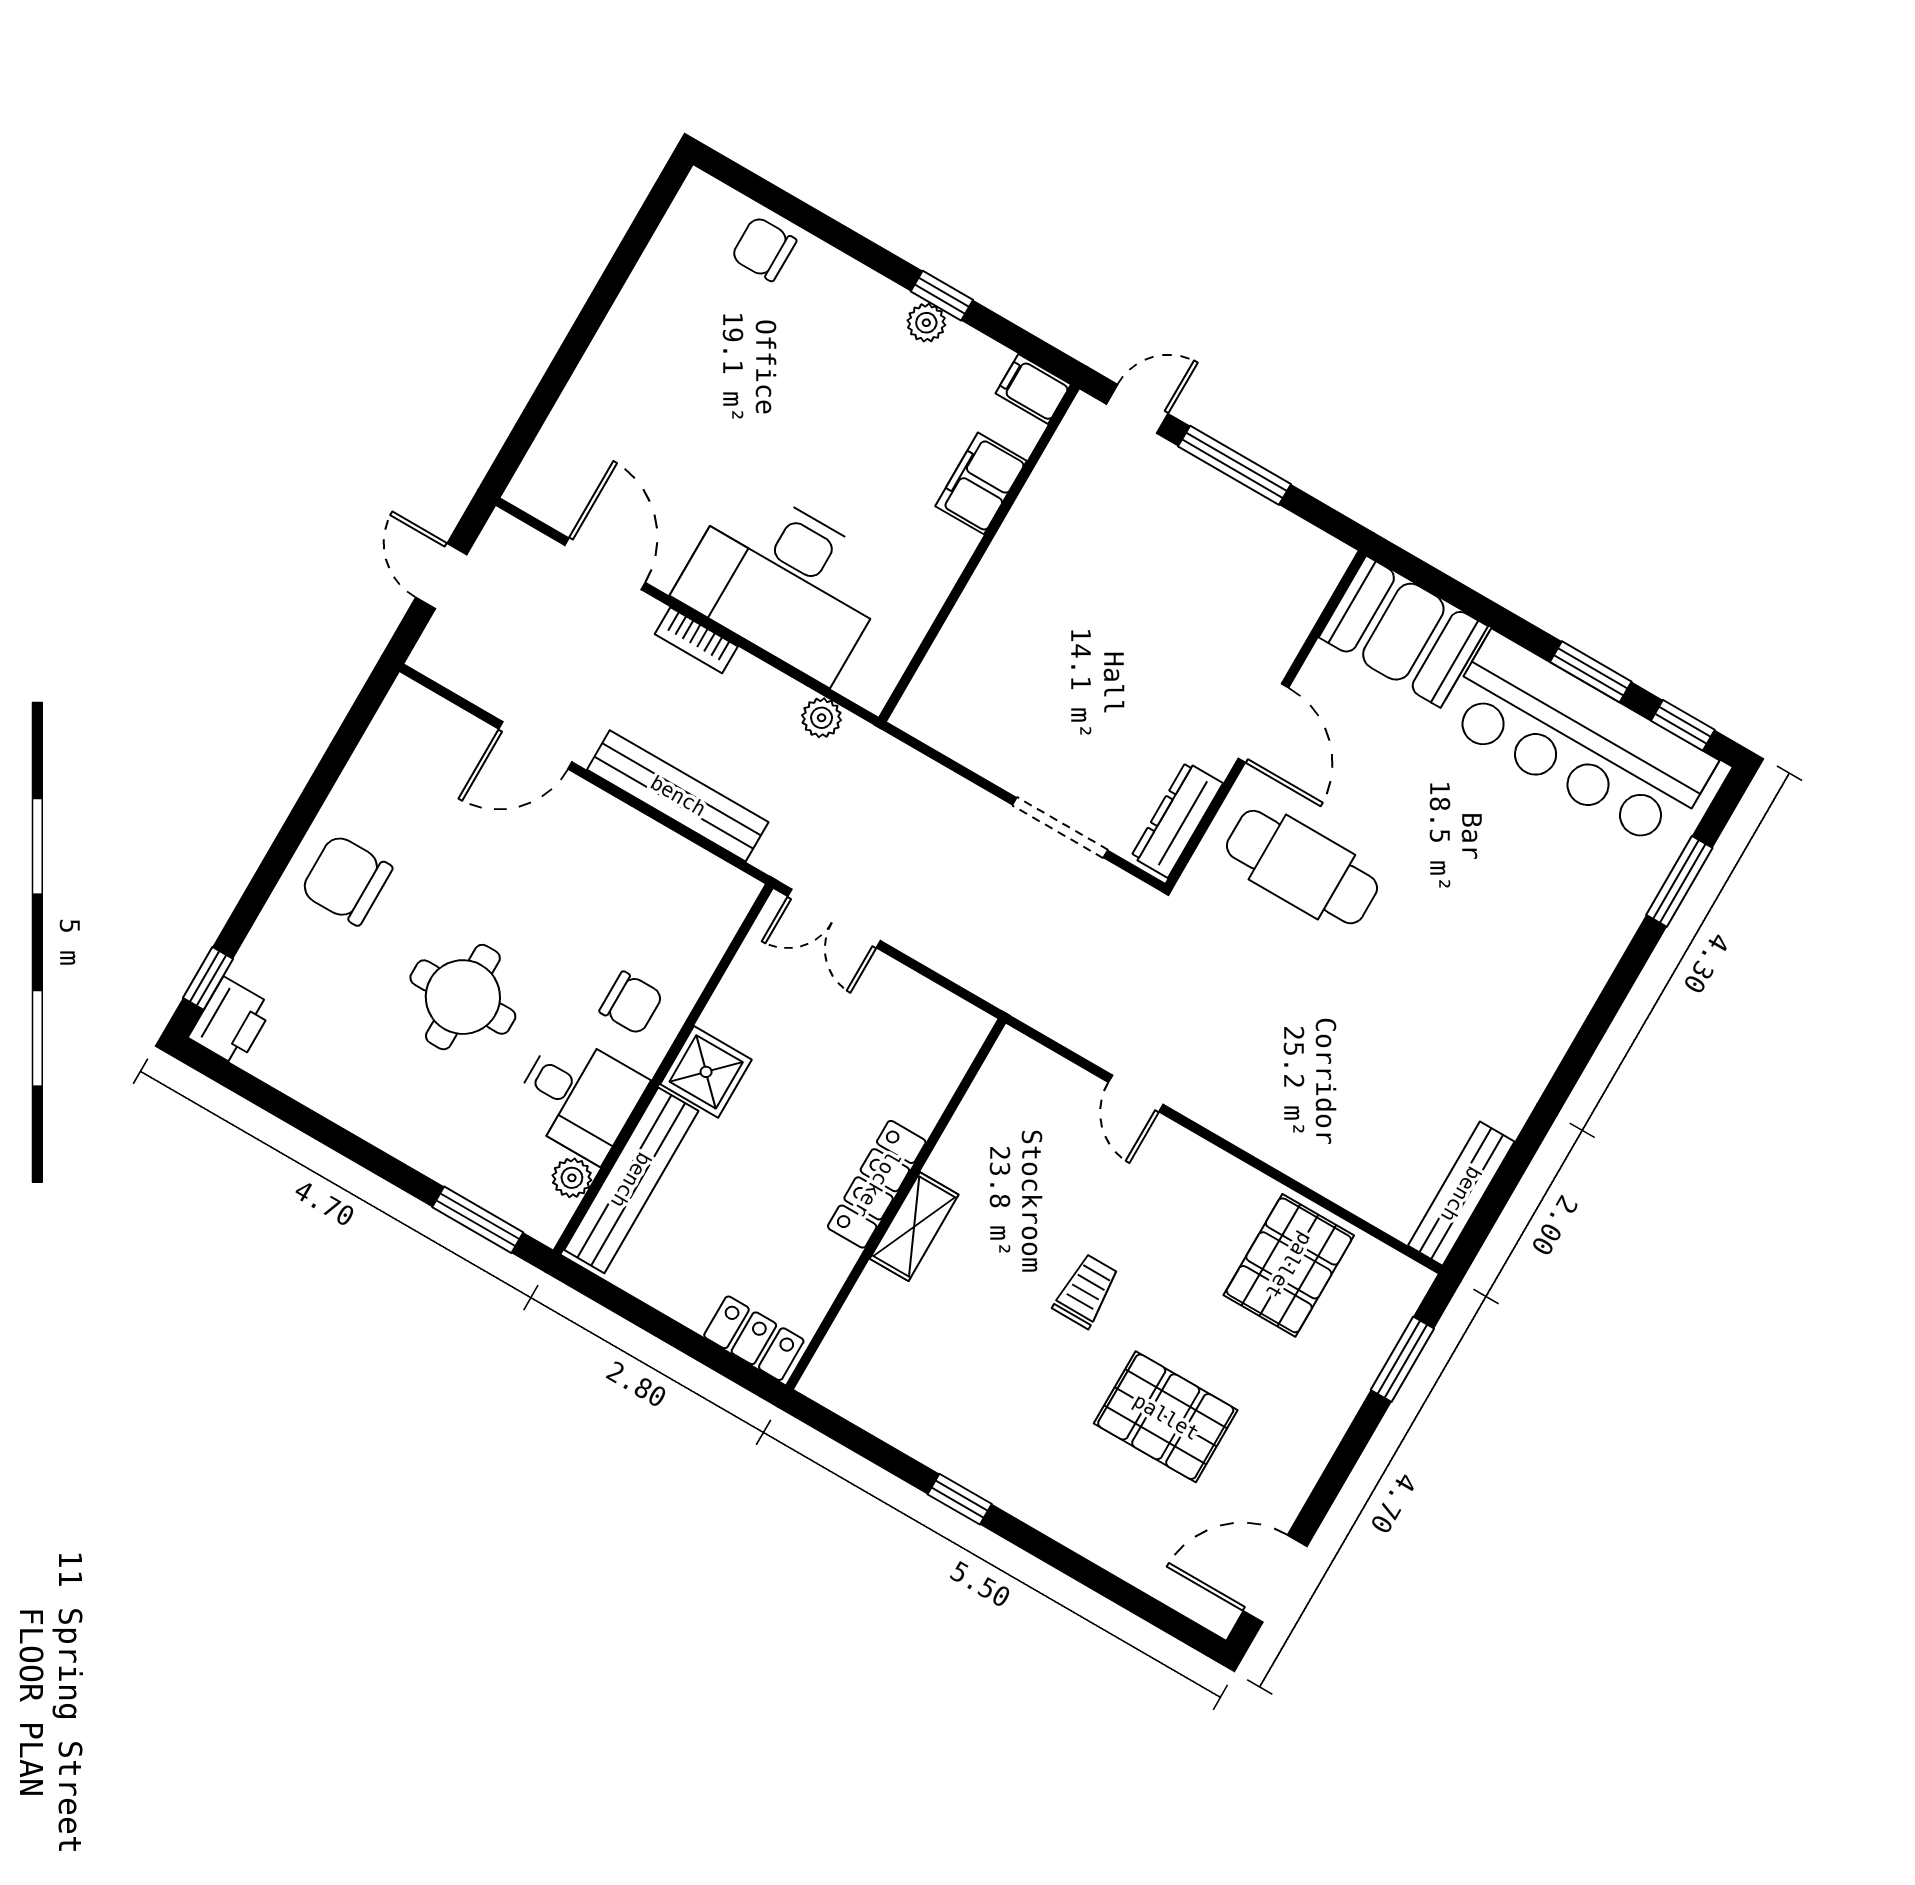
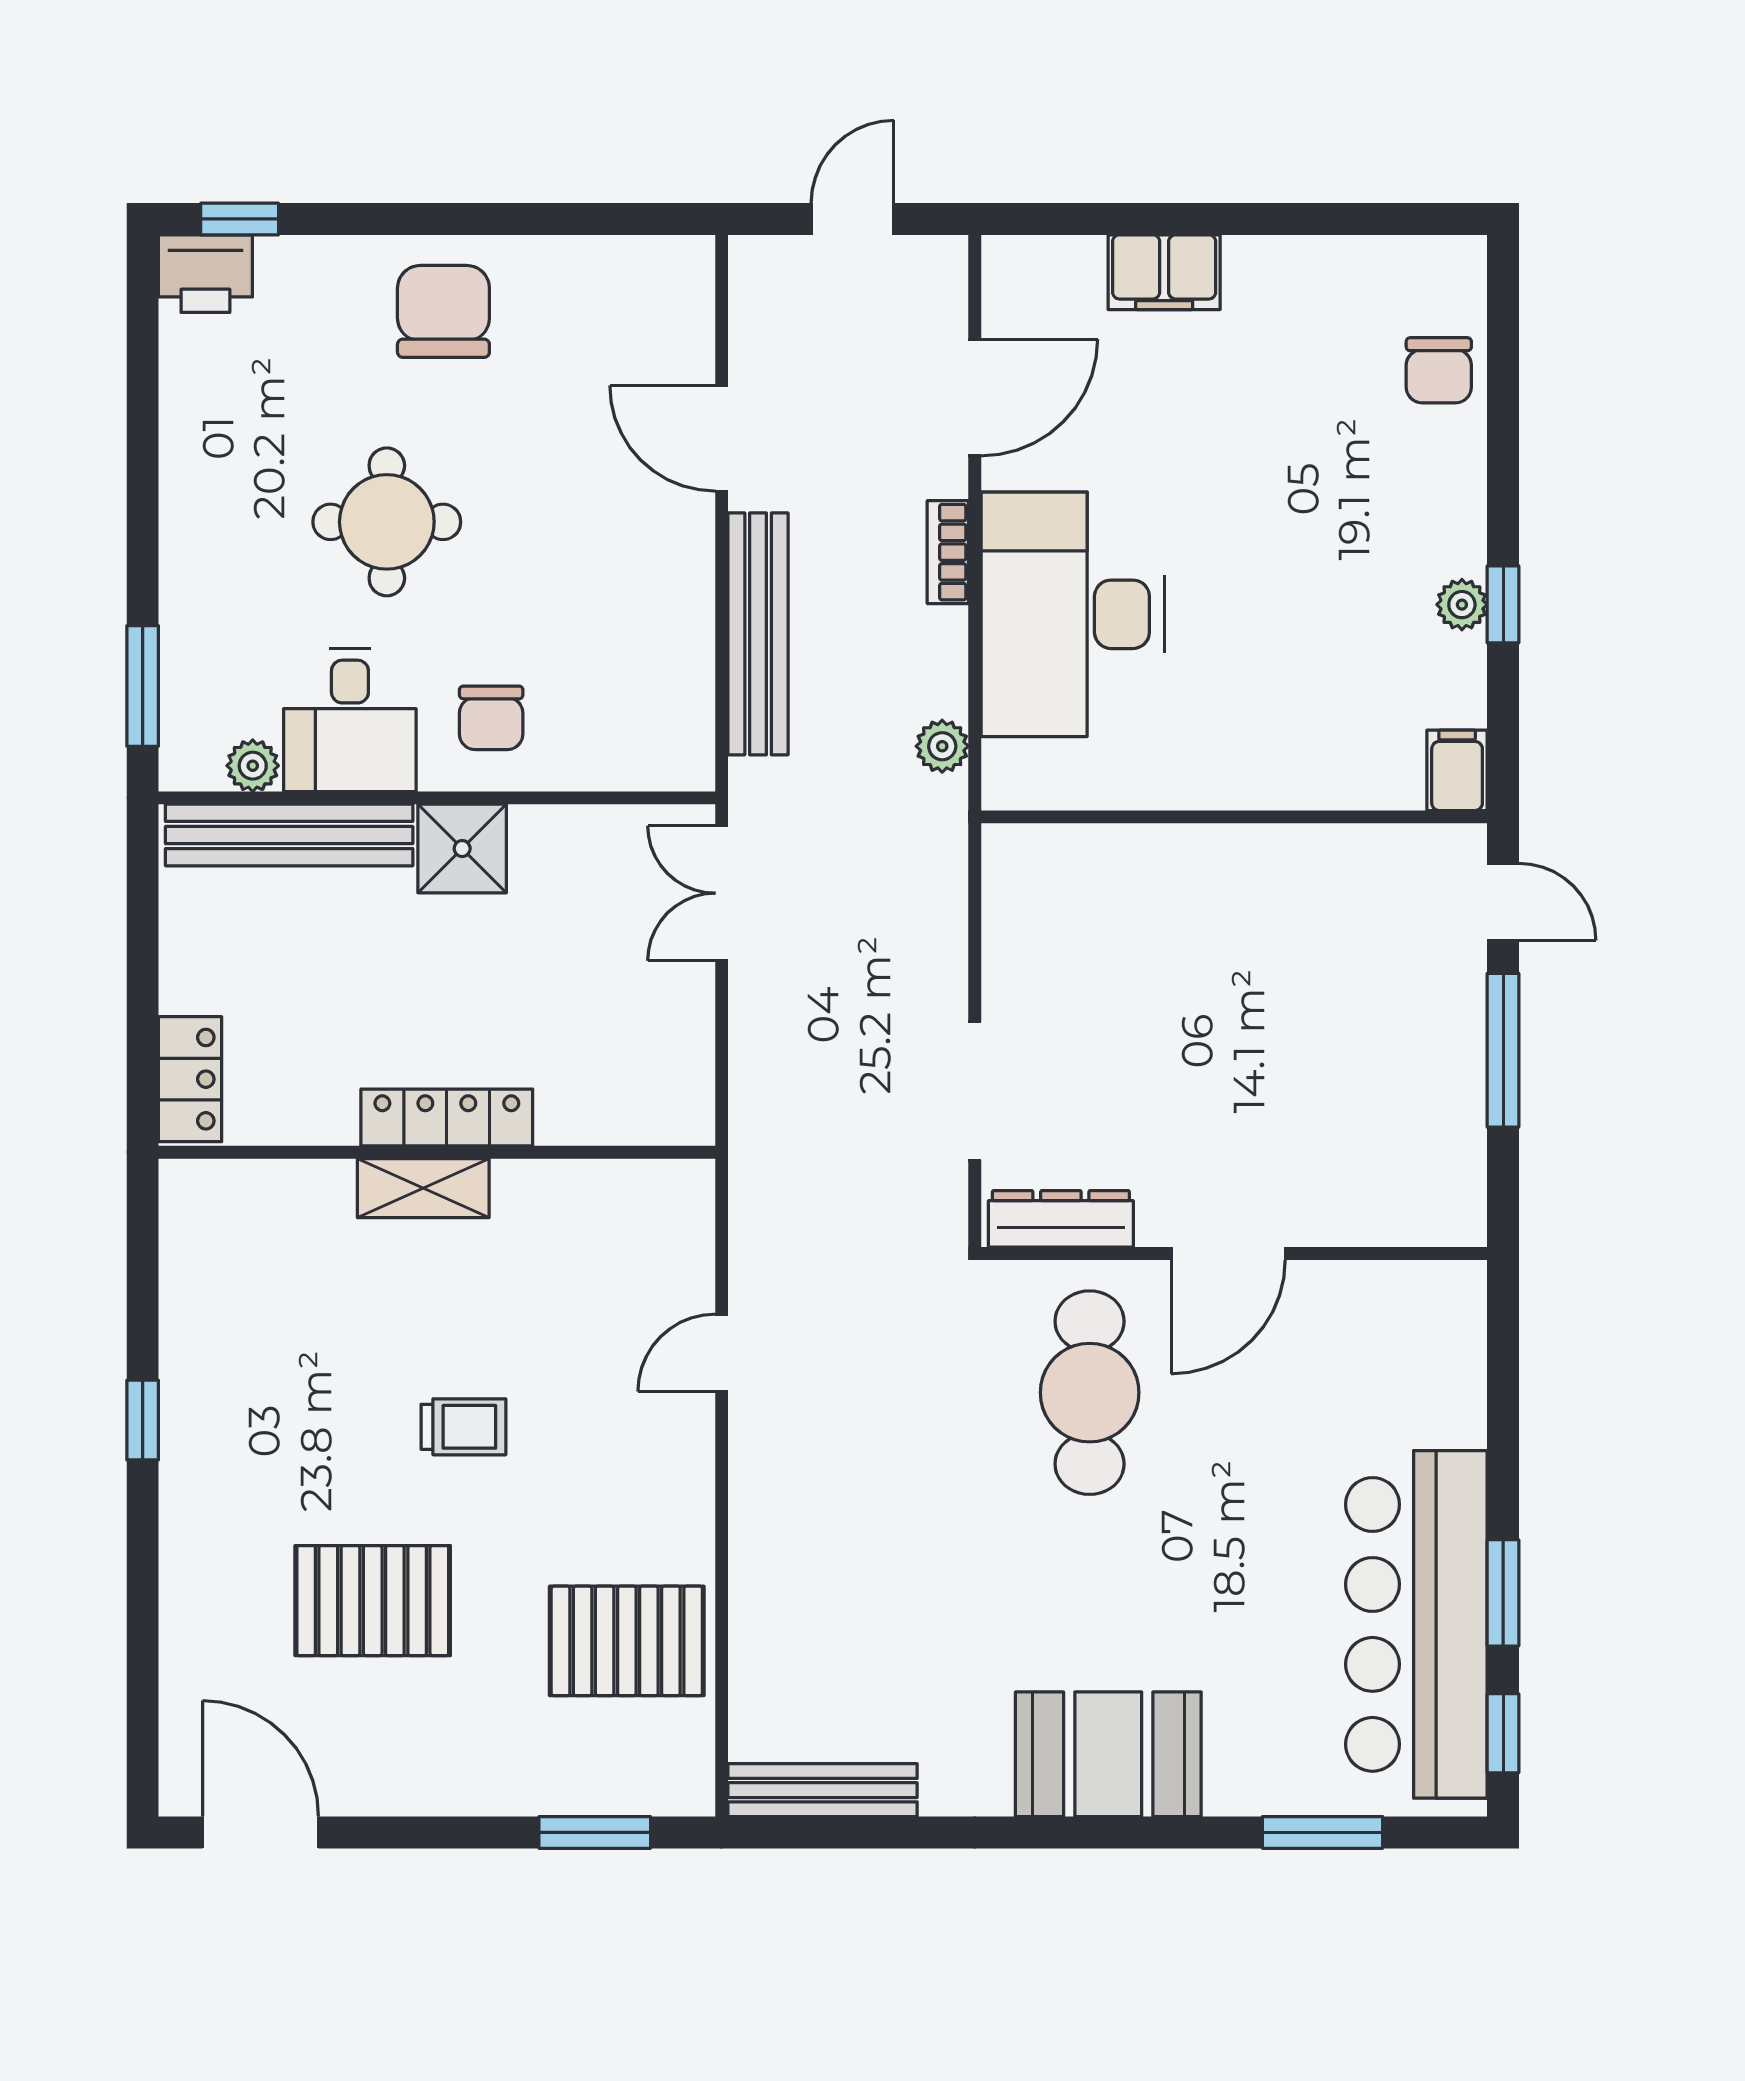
chair: (764, 249) -> (1439, 370), turned 180
filing cabinet: (981, 483) -> (1164, 272), moved, turned 180
booth: (1403, 632) -> (1108, 1754), moved, turned 90
pallet: (1166, 1417) -> (373, 1601), turned 90

